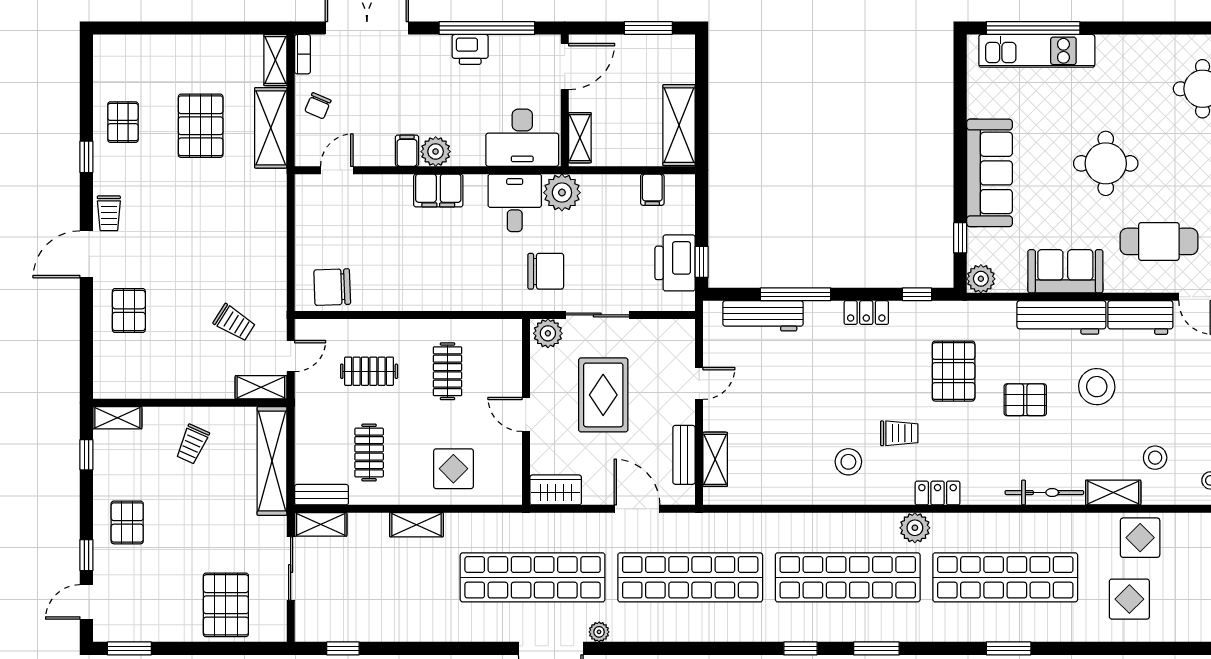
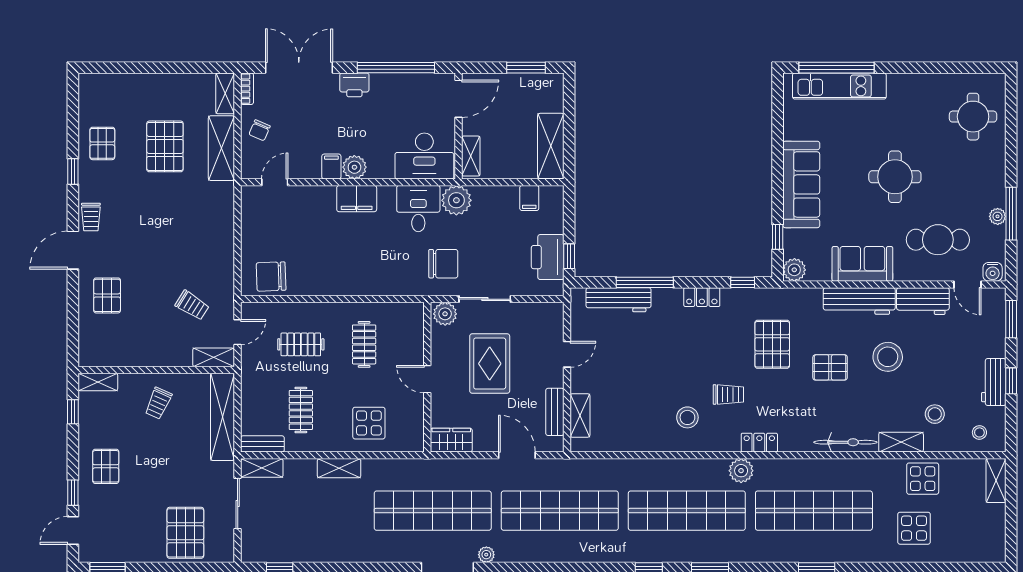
printer: (470, 49) -> (354, 85), moved

